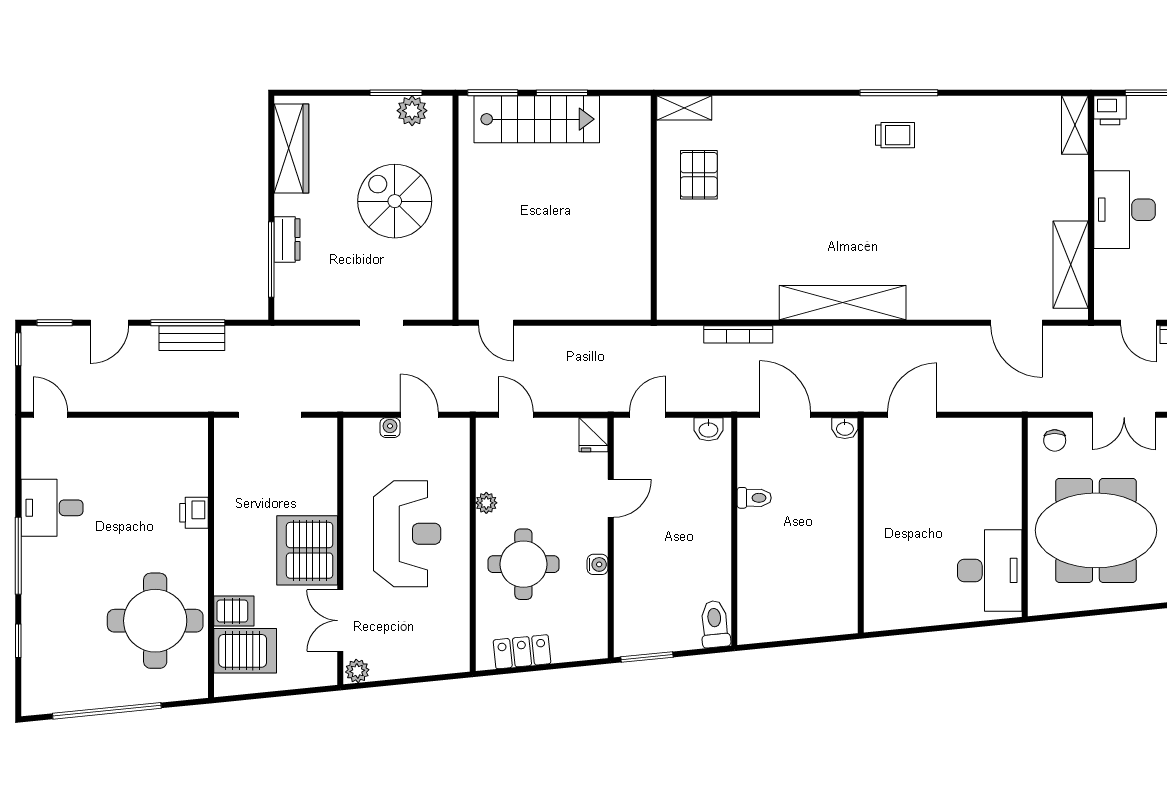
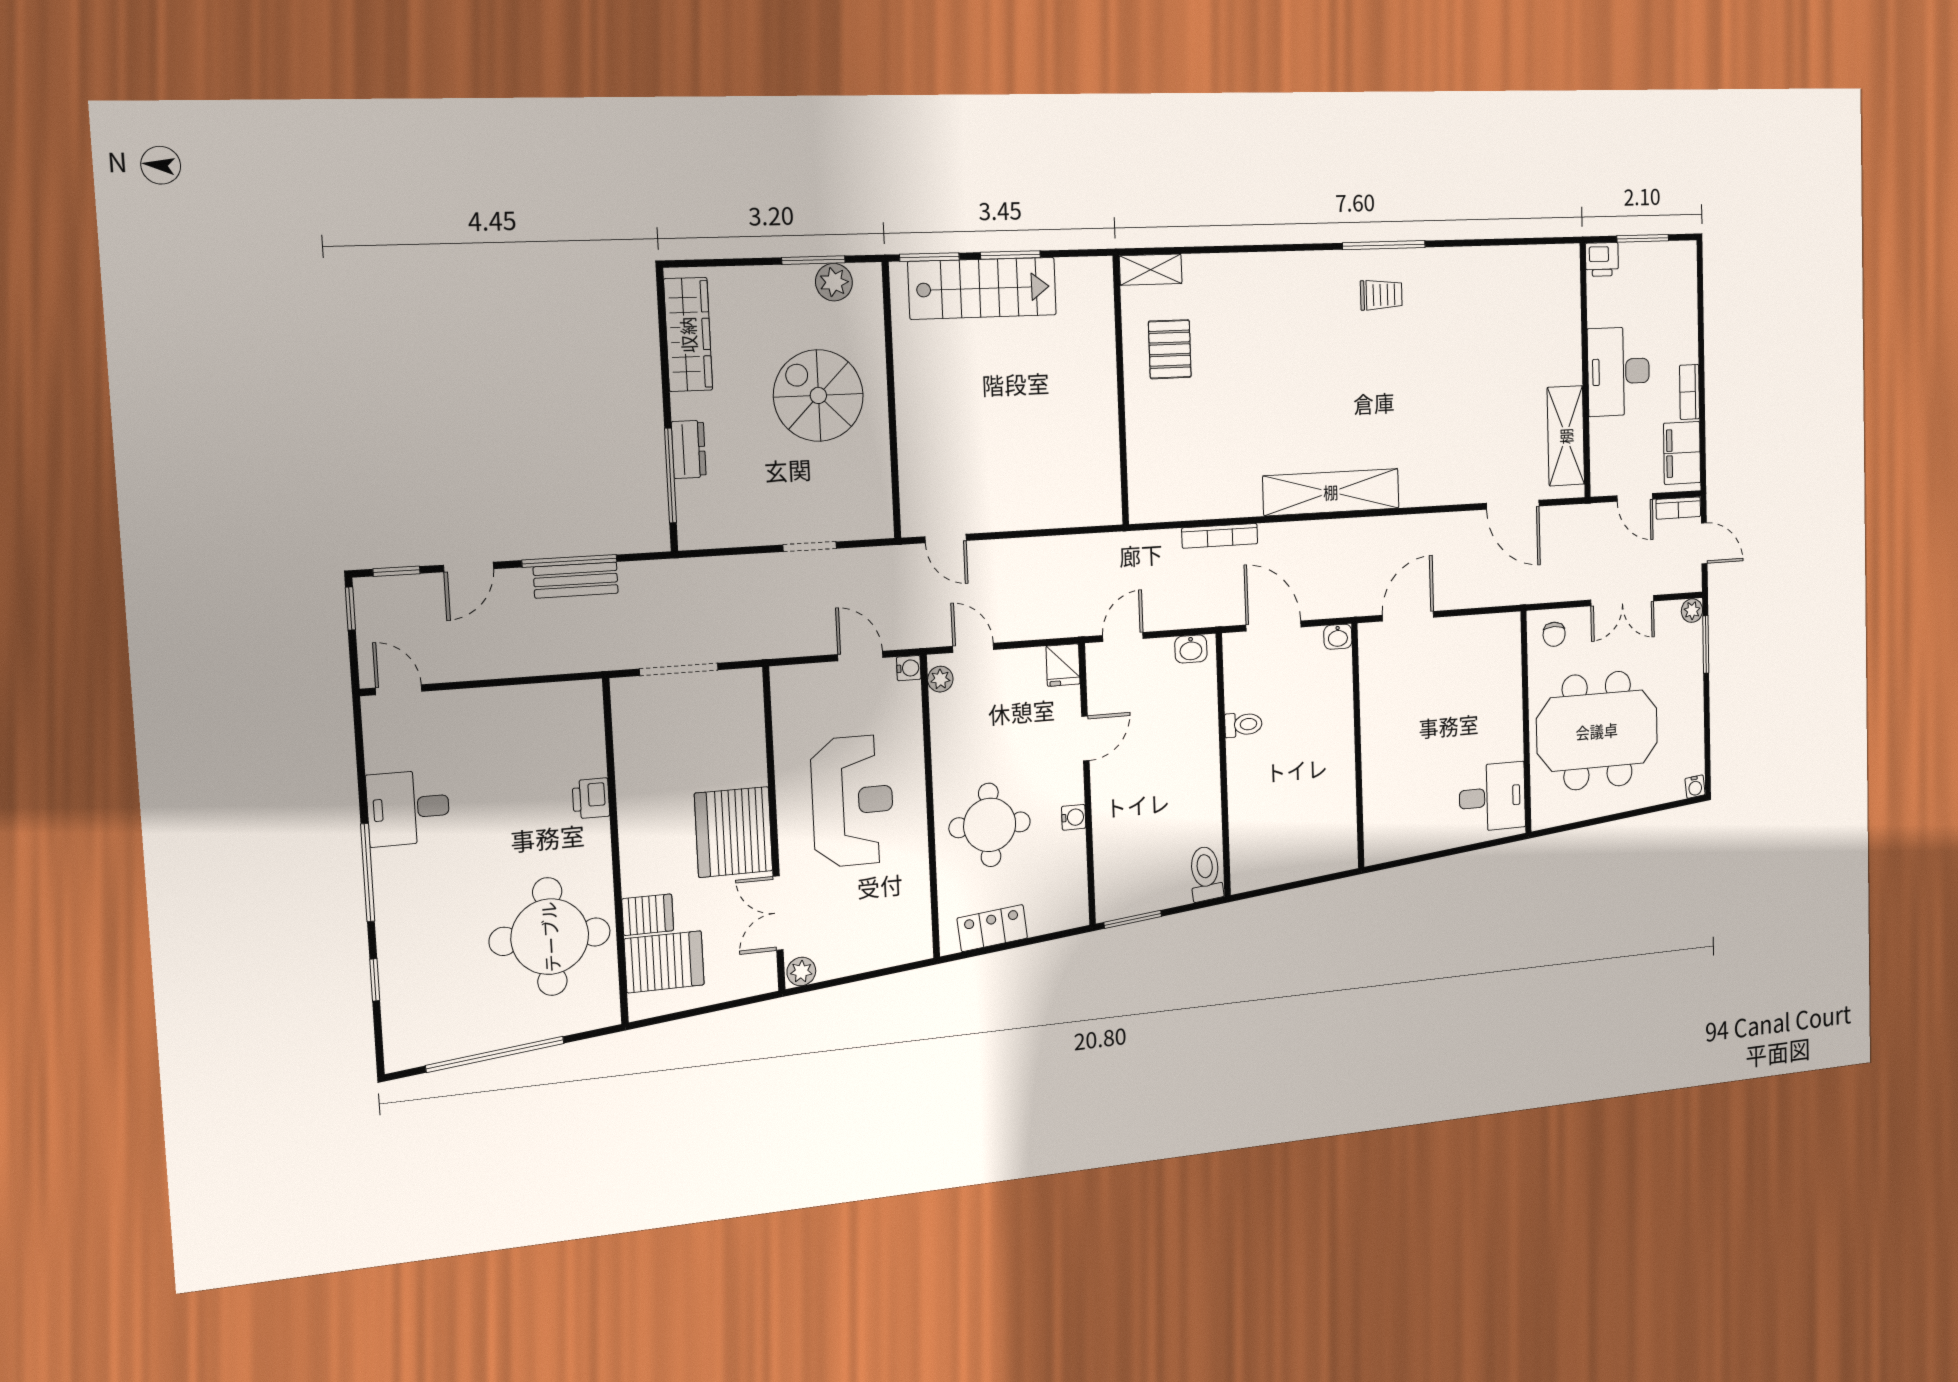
shelving: (1075, 125) -> (1567, 277), removed
water cooler: (390, 428) -> (909, 668), moved, turned 90
plant: (486, 503) -> (940, 679), moved
desk: (990, 570) -> (1492, 797), width x0.73

